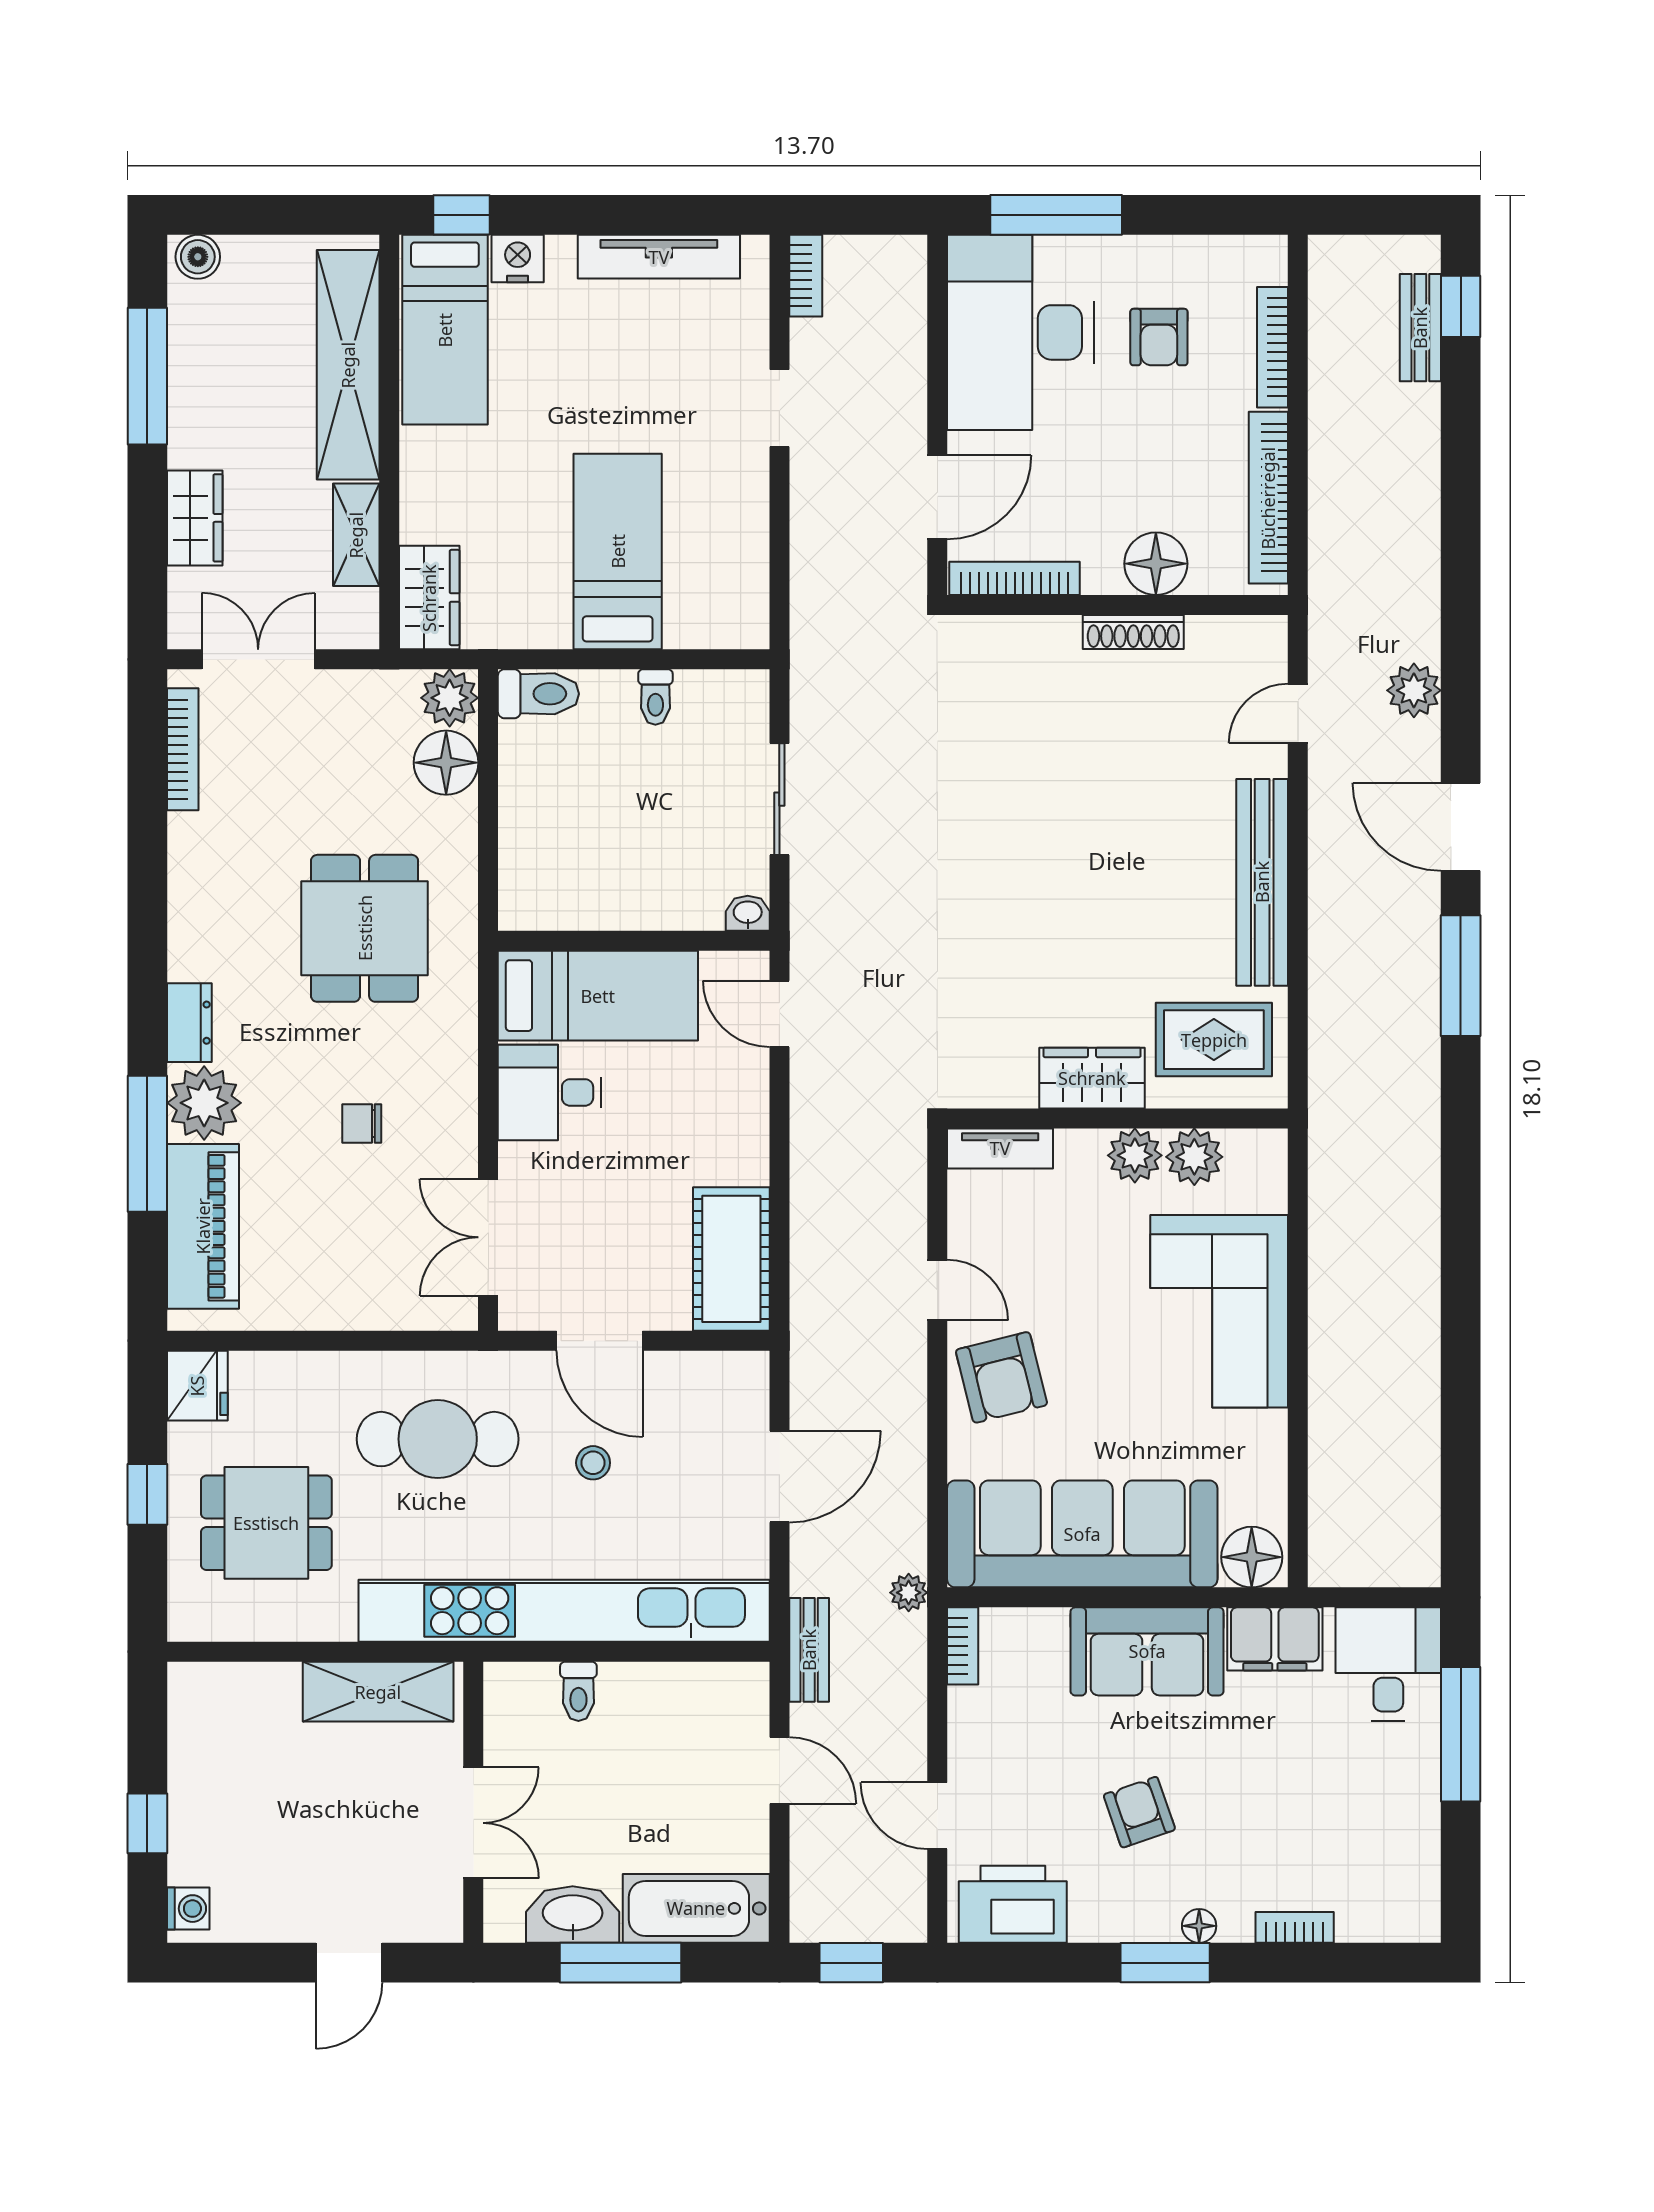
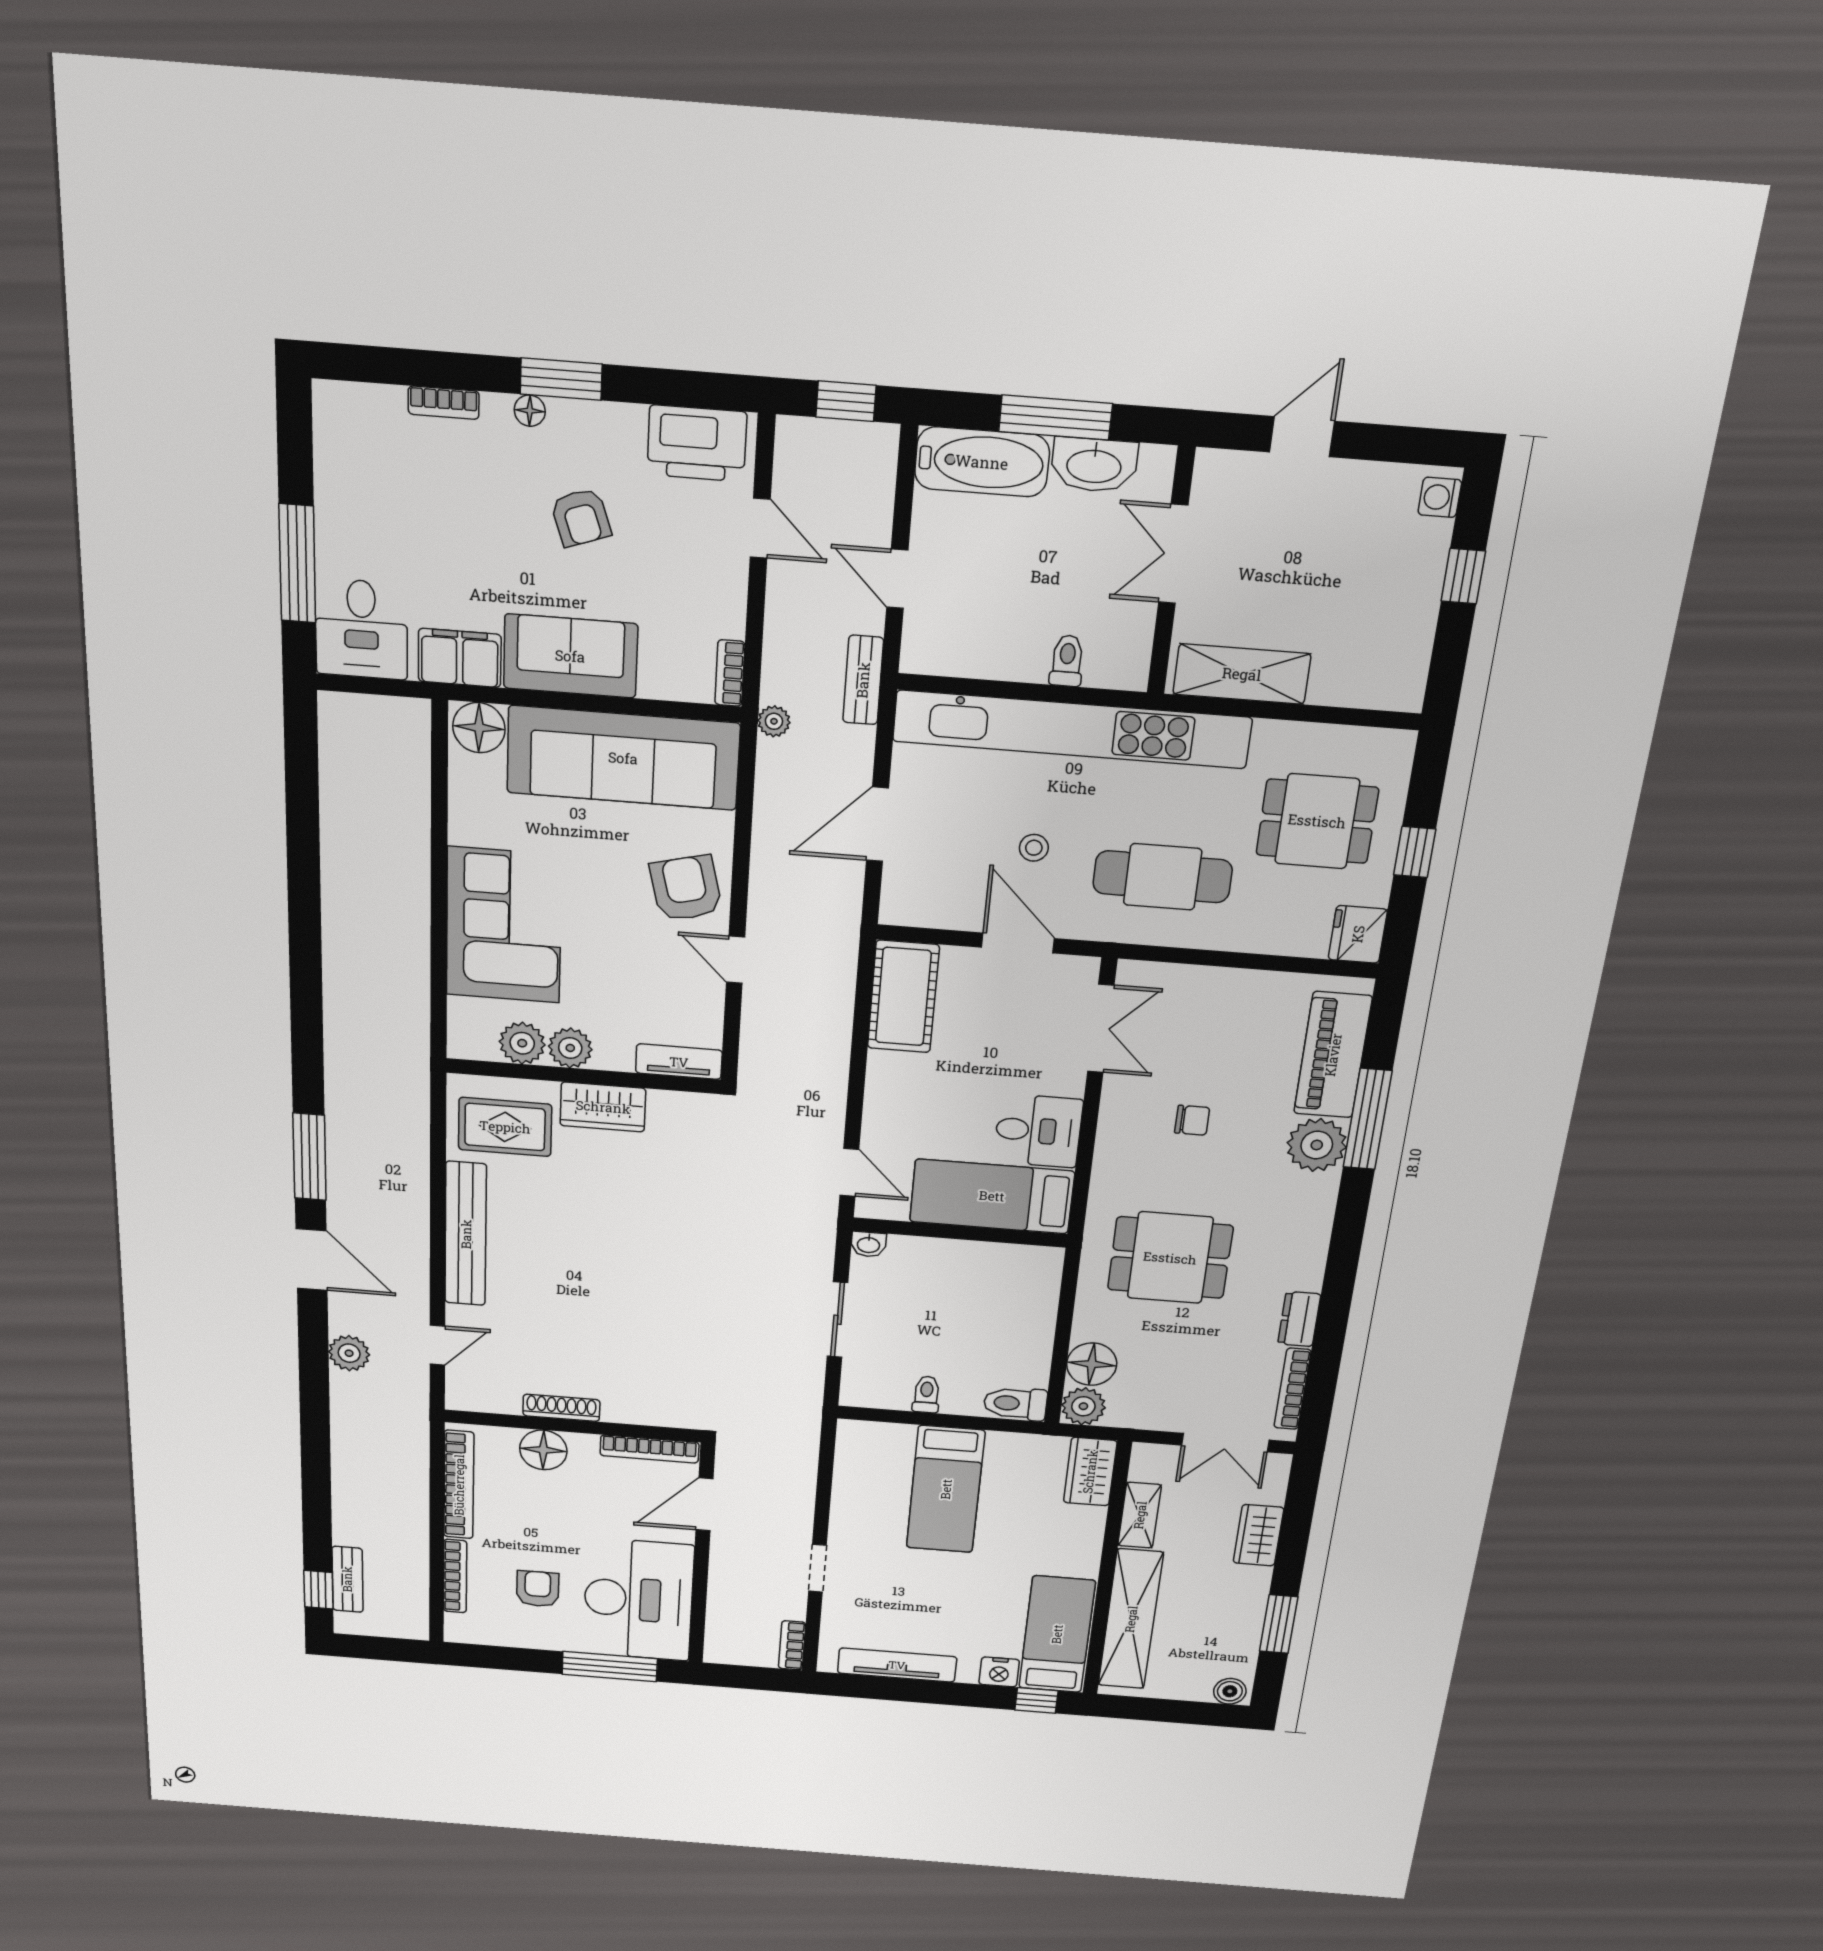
window: (147, 376) -> (1279, 1624), width x0.69
dining table: (365, 928) -> (1170, 1258), turned 90
dresser: (189, 1023) -> (1299, 1319), moved

